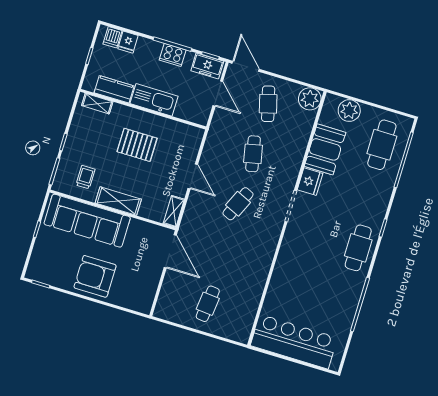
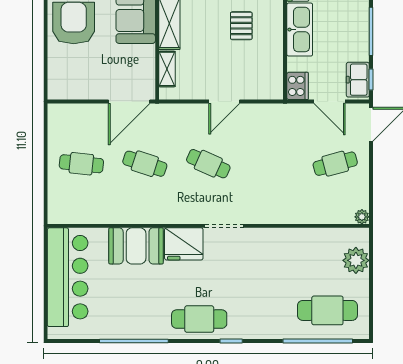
cooker: (173, 55) -> (298, 86), moved, turned 180
door: (218, 94) -> (329, 102), hinge flipped
plant: (310, 99) -> (362, 217), width x0.53, depth x0.53
pallet: (137, 145) -> (241, 26), width x0.67, depth x0.71
booth: (325, 149) -> (136, 246), moved
cafe table: (253, 154) -> (145, 164), moved, turned 30
fridge: (310, 182) -> (184, 244), moved, width x1.36, depth x1.34
shelving: (174, 211) -> (167, 69), moved, turned 90

